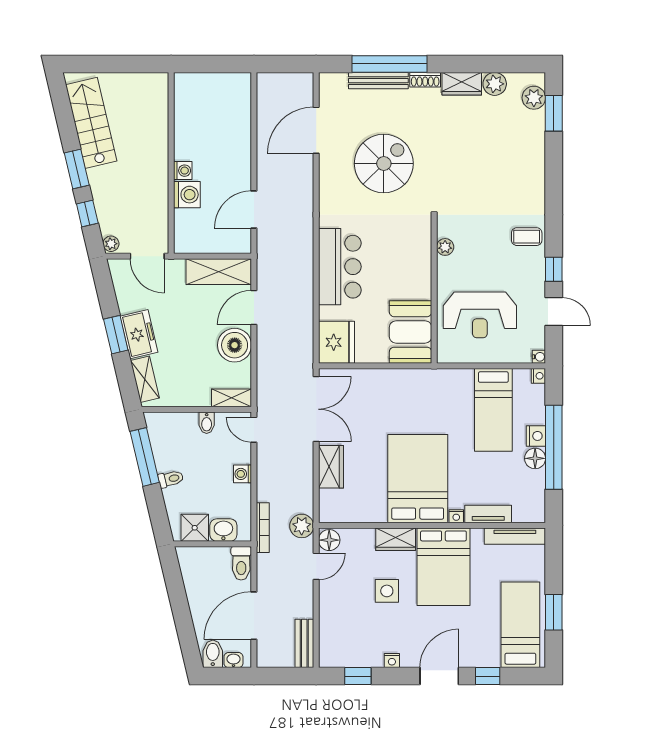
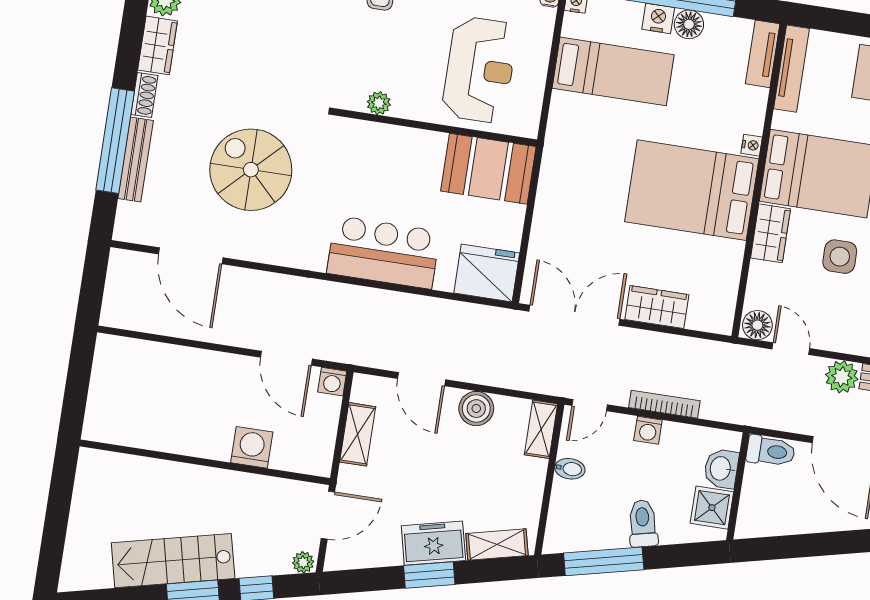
stairs: (91, 123) -> (173, 561), moved
washing machine: (183, 171) -> (332, 382), moved, turned 180
shelving: (219, 272) -> (358, 434), width x0.67, depth x0.75
boiler: (235, 345) -> (476, 409), width x0.73, depth x0.73
toilet: (171, 479) -> (643, 523), width x1.37, depth x1.39
tv unit: (488, 514) -> (763, 54), moved
plant: (302, 526) -> (842, 377), moved
bookcase: (263, 528) -> (664, 404), moved

